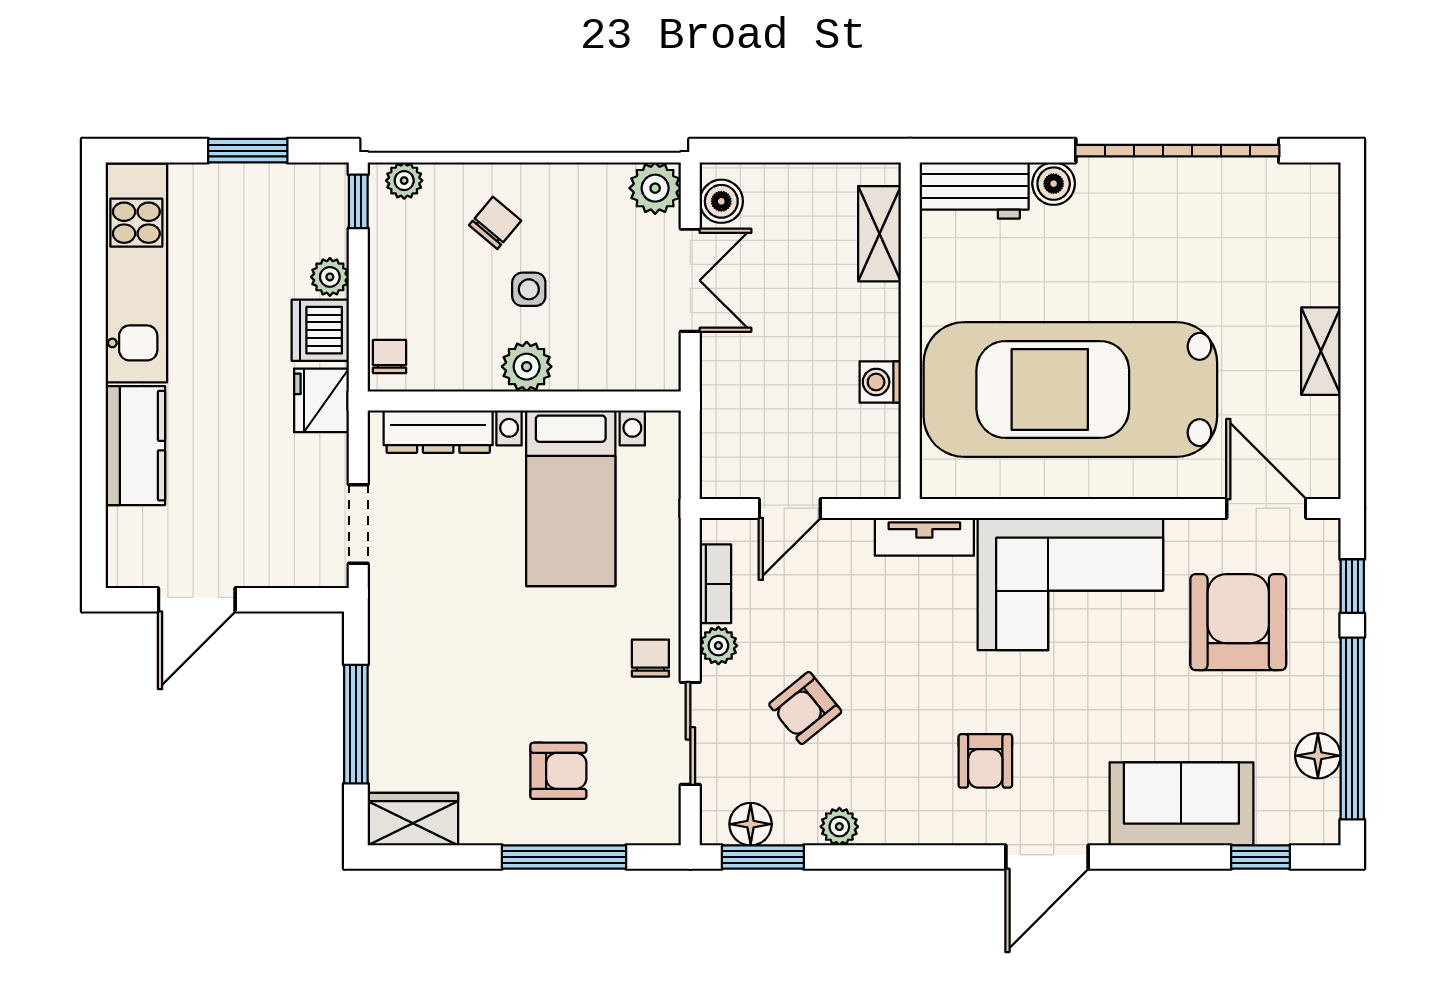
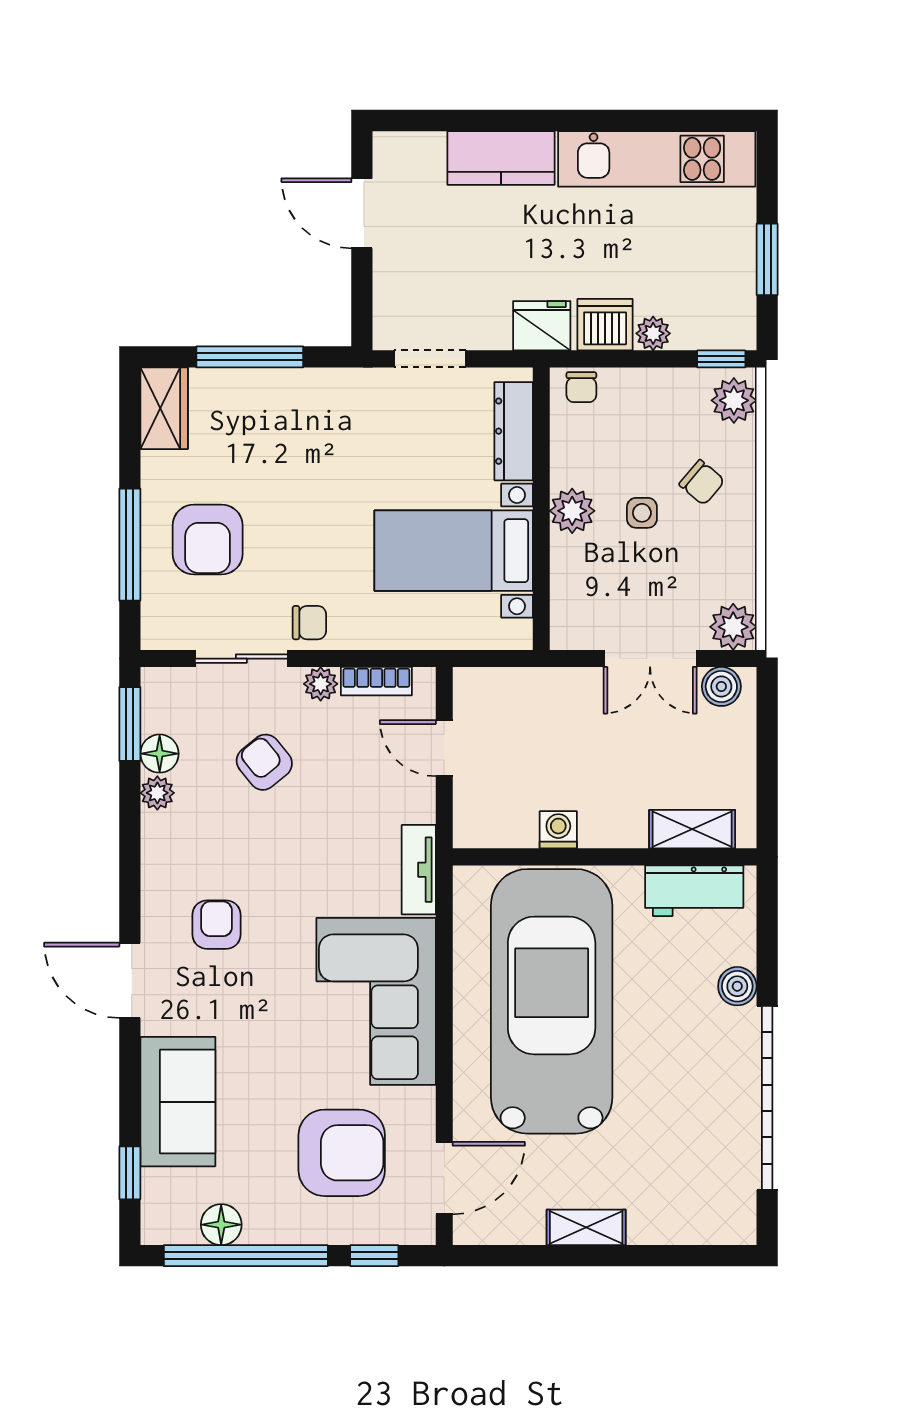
plant: (404, 181) -> (734, 400), width x1.38, depth x1.38
workbench: (974, 190) -> (694, 891), moved, turned -90
chair: (389, 356) -> (581, 387), turned 90
armchair: (985, 761) -> (217, 925), turned 90
armchair: (558, 771) -> (208, 540), width x1.38, depth x1.38
floor lamp: (751, 824) -> (160, 754), moved

